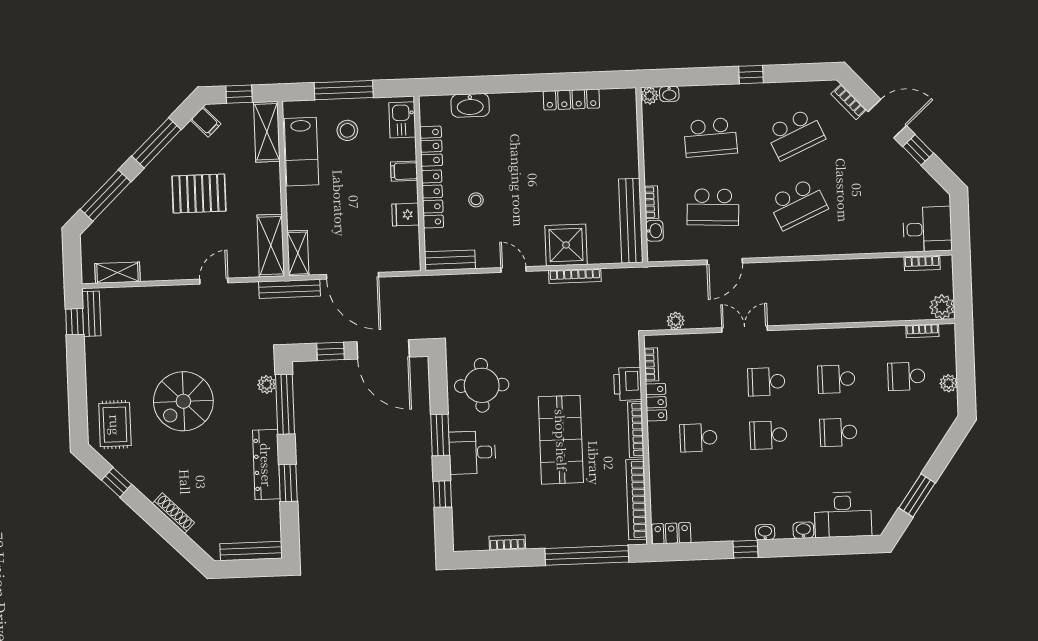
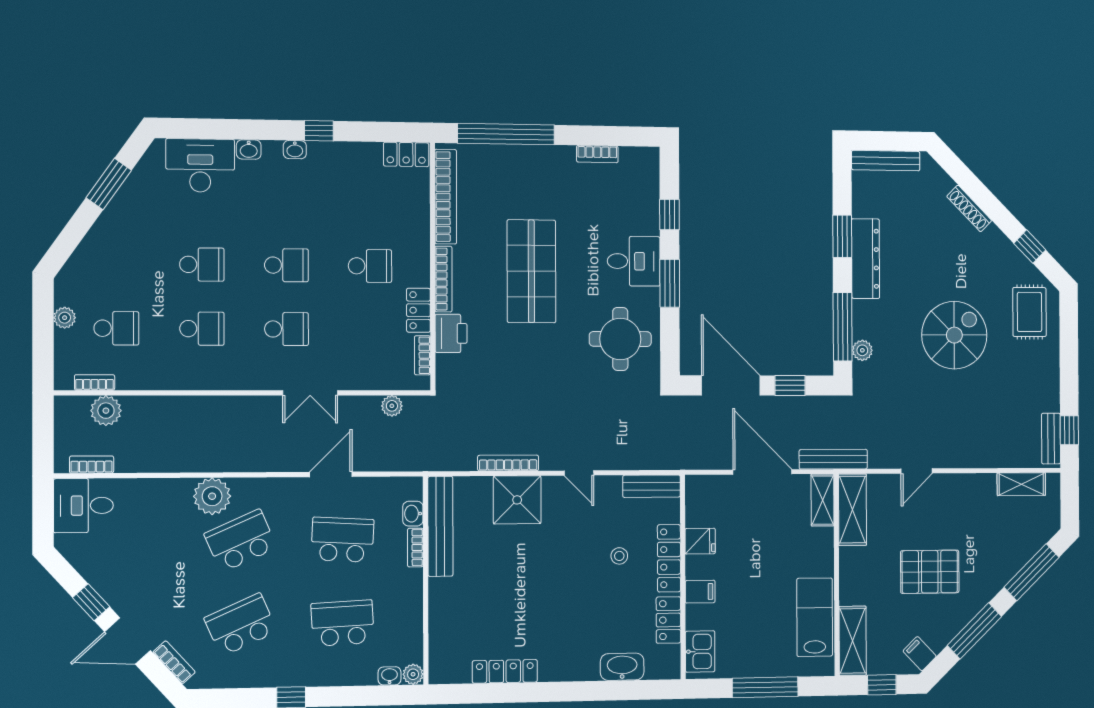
stool: (347, 130) -> (763, 640), removed
plant: (823, 240) -> (212, 496), added
plant: (942, 307) -> (106, 411), moved

